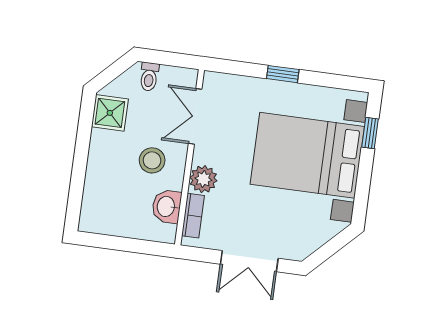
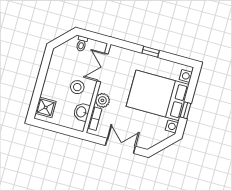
shower: (110, 113) -> (46, 107), moved
window: (370, 133) -> (186, 110), moved
double door: (249, 261) -> (120, 146), swing flipped

